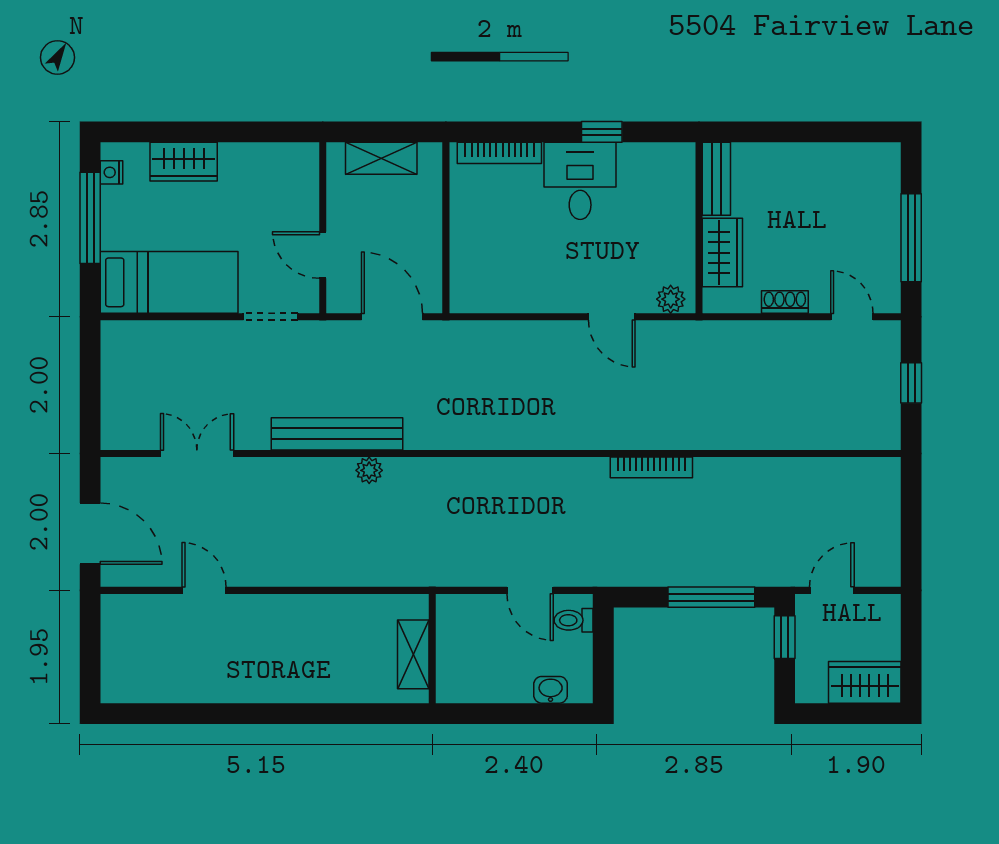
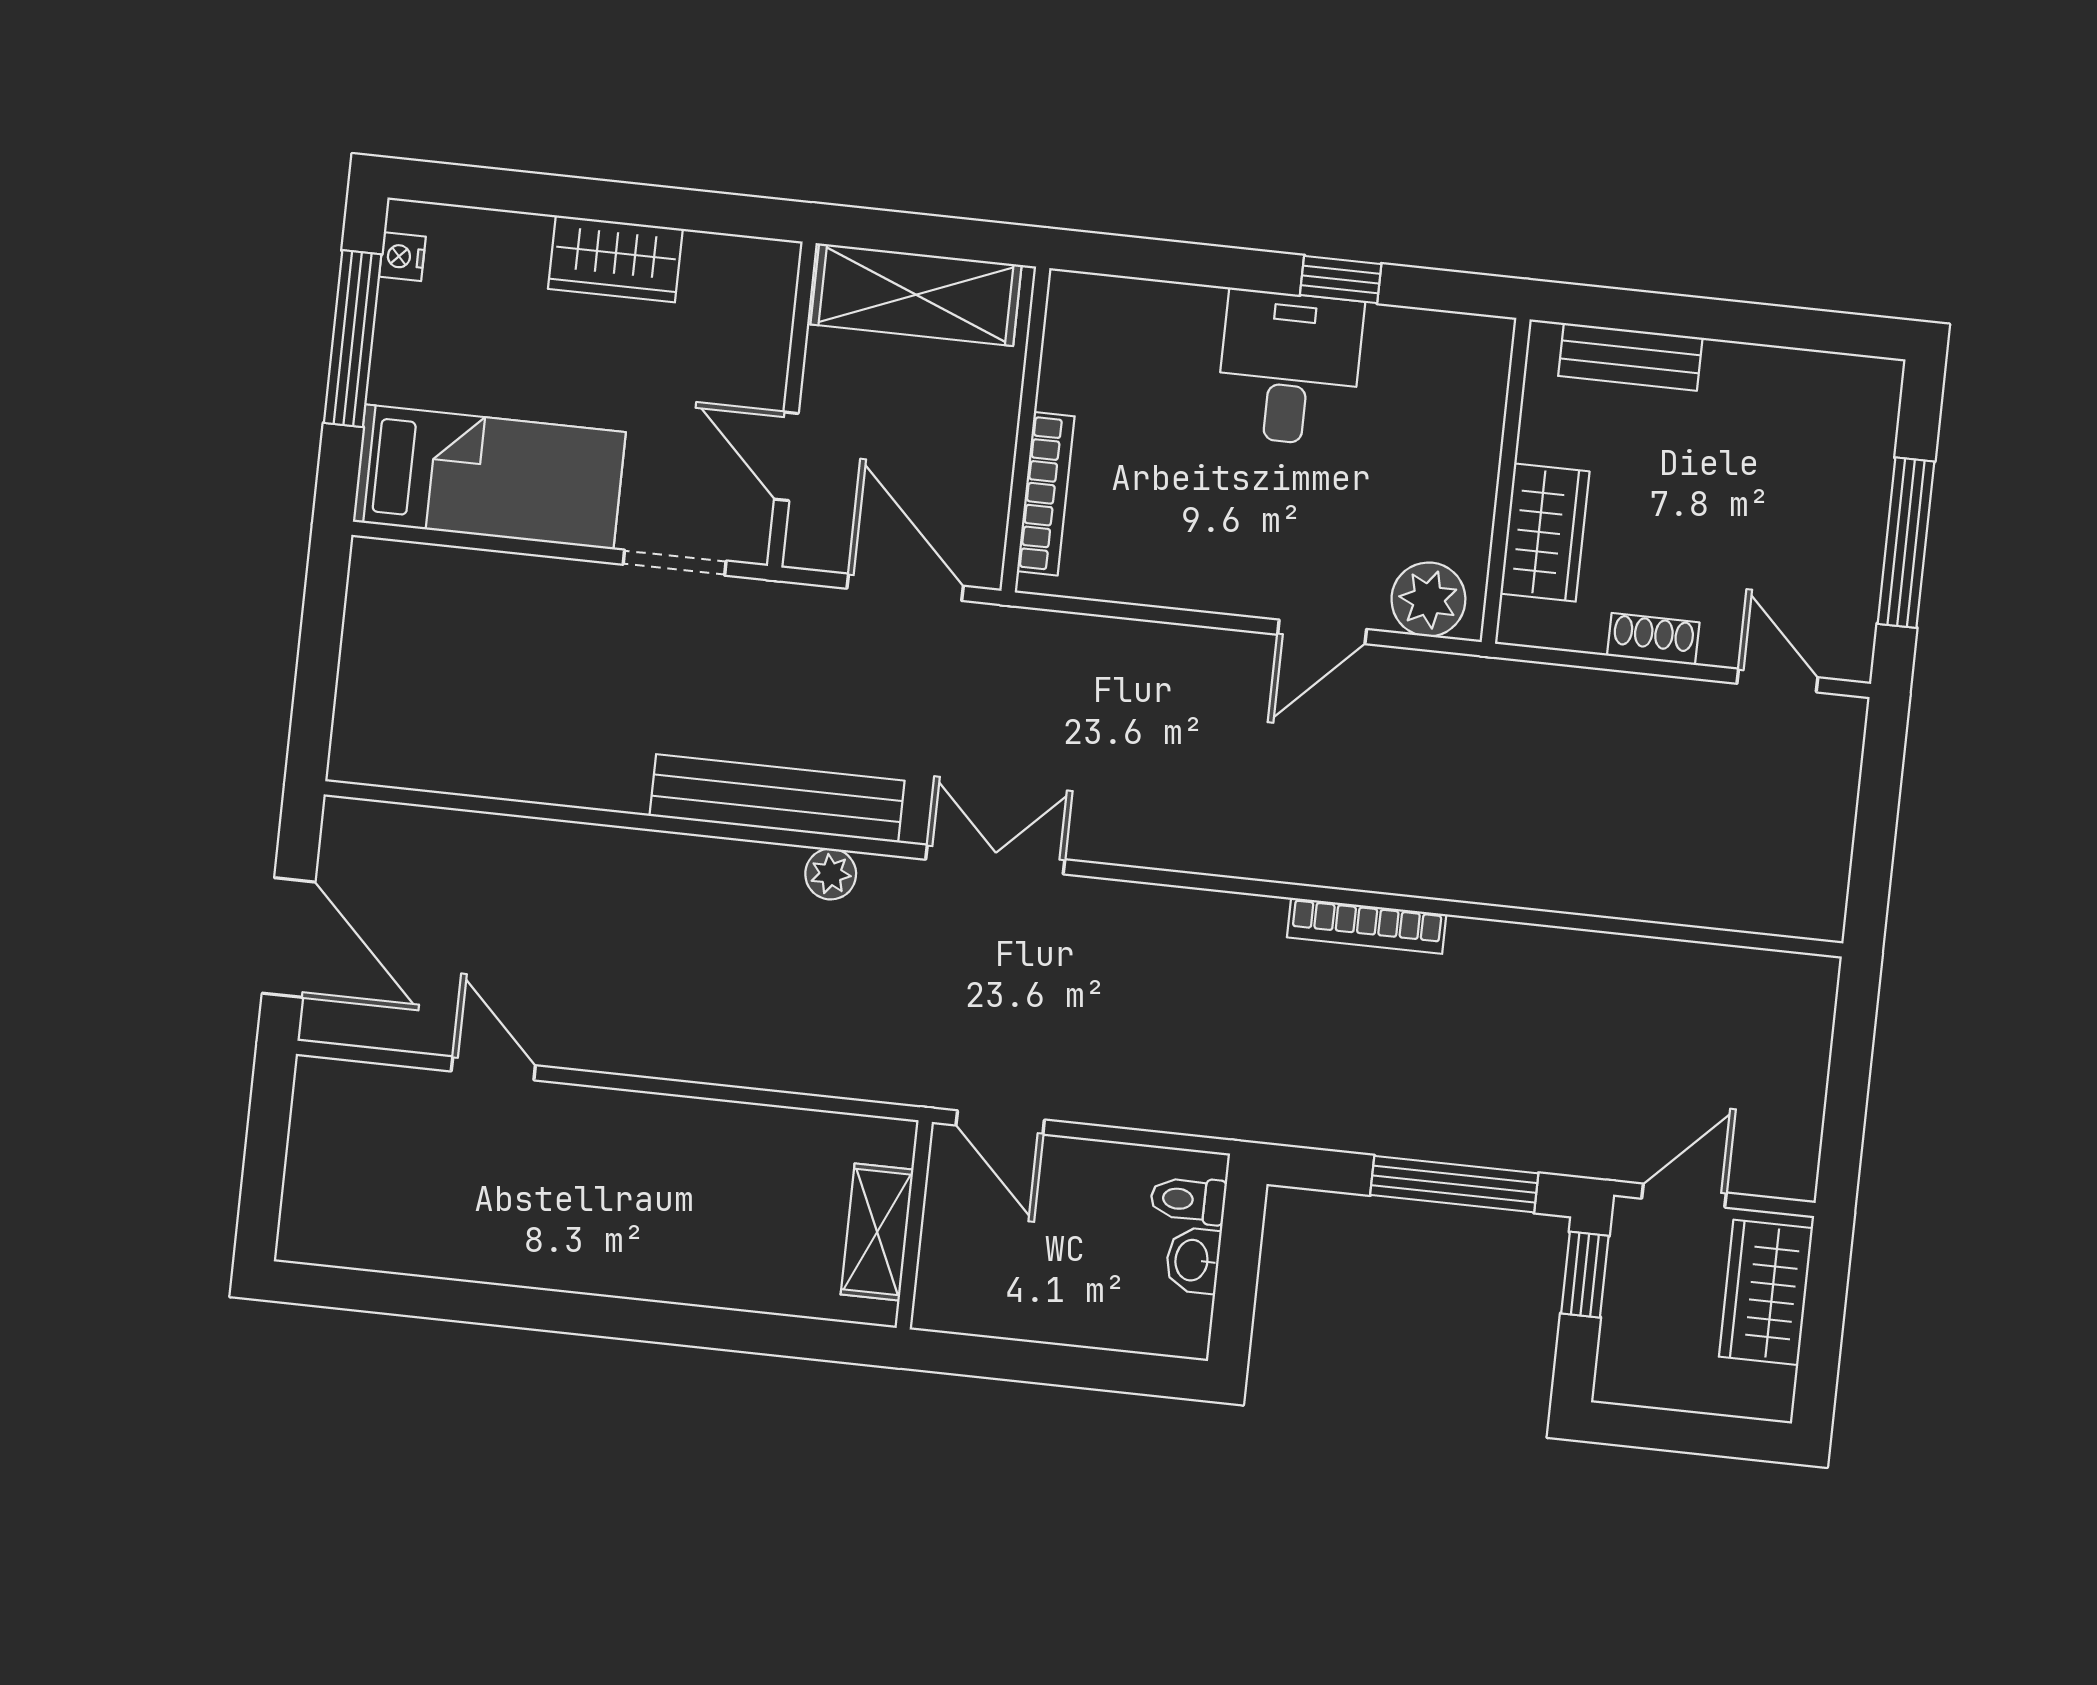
bookcase: (499, 153) -> (1046, 494), moved, turned -90
shelving: (381, 158) -> (916, 295), width x1.50, depth x1.33
wardrobe: (184, 162) -> (615, 259), moved
bench: (716, 179) -> (1630, 357), moved, turned 90
plant: (671, 299) -> (1428, 599), width x1.38, depth x1.38
door: (612, 317) -> (1322, 632), hinge flipped
window: (911, 383) -> (1876, 818), removed
double door: (197, 454) -> (995, 859), moved
door: (530, 590) -> (1000, 1122), moved
wardrobe: (865, 682) -> (1766, 1292), moved, turned -90
washbasin: (551, 690) -> (1193, 1260), moved, turned -90

